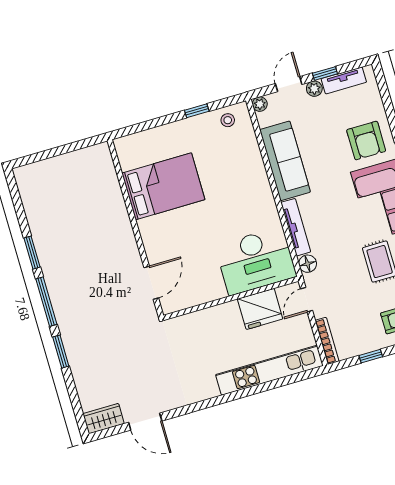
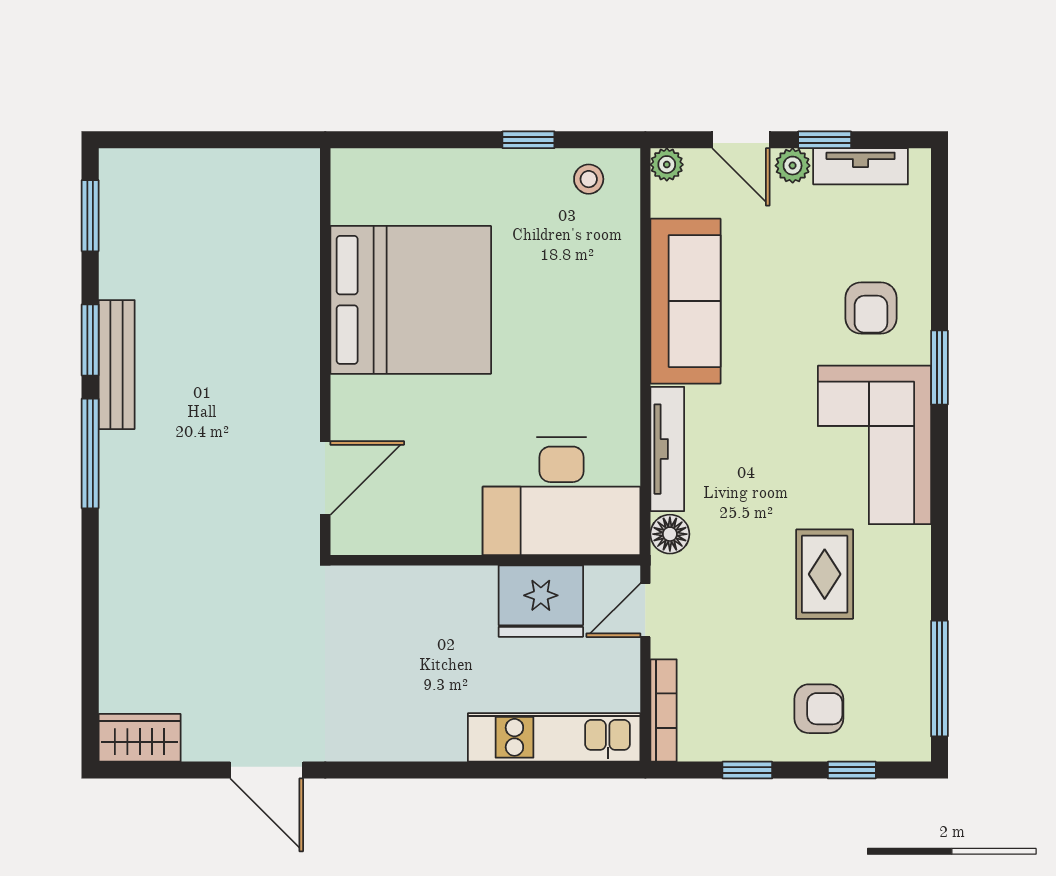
door: (289, 84) -> (741, 140), swing flipped
armchair: (366, 140) -> (871, 308), width x0.72, depth x0.72
bed: (163, 186) -> (411, 300), width x1.36
bench: (47, 260) -> (117, 365), added
window: (61, 352) -> (90, 216), moved
kitchen unit: (269, 370) -> (554, 737), width x0.73
door: (145, 422) -> (267, 770), moved

